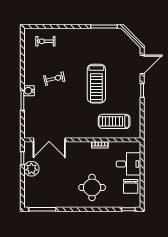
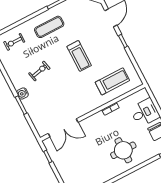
exercise mat: (83, 44) -> (49, 27), added
treadmill: (96, 84) -> (79, 56), width x0.73, depth x0.73
treadmill: (114, 121) -> (112, 81), turned 180
plant: (31, 169) -> (61, 162), removed

